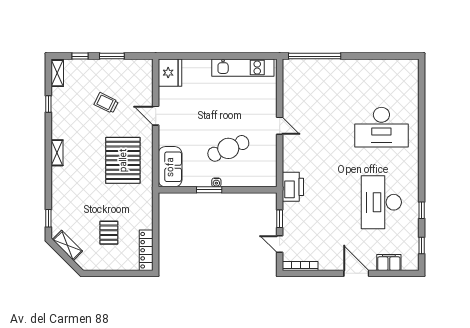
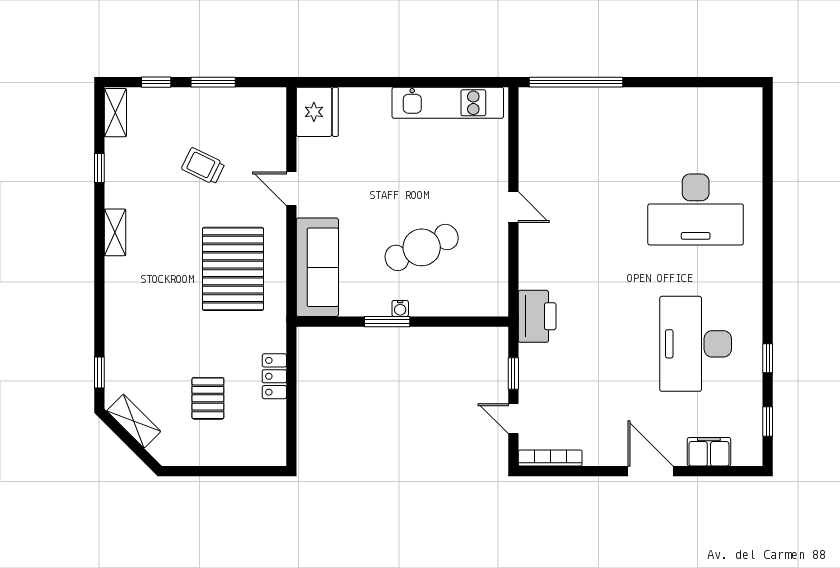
shelving: (57, 153) -> (115, 232), moved
sofa: (170, 167) -> (317, 267), width x1.36
locker: (146, 250) -> (274, 376), moved, width x0.66

